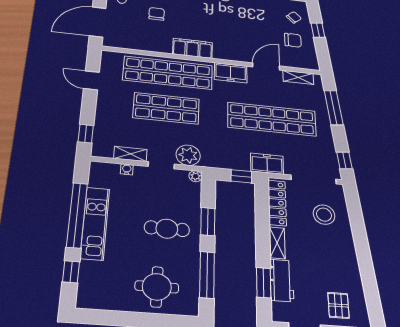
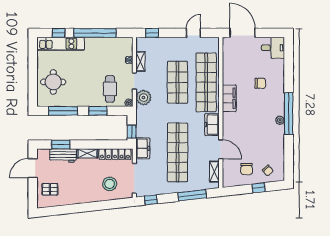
chair: (157, 14) -> (260, 83), moved
kitchen unit: (95, 223) -> (61, 44), moved
cafe table: (167, 229) -> (110, 89), moved

